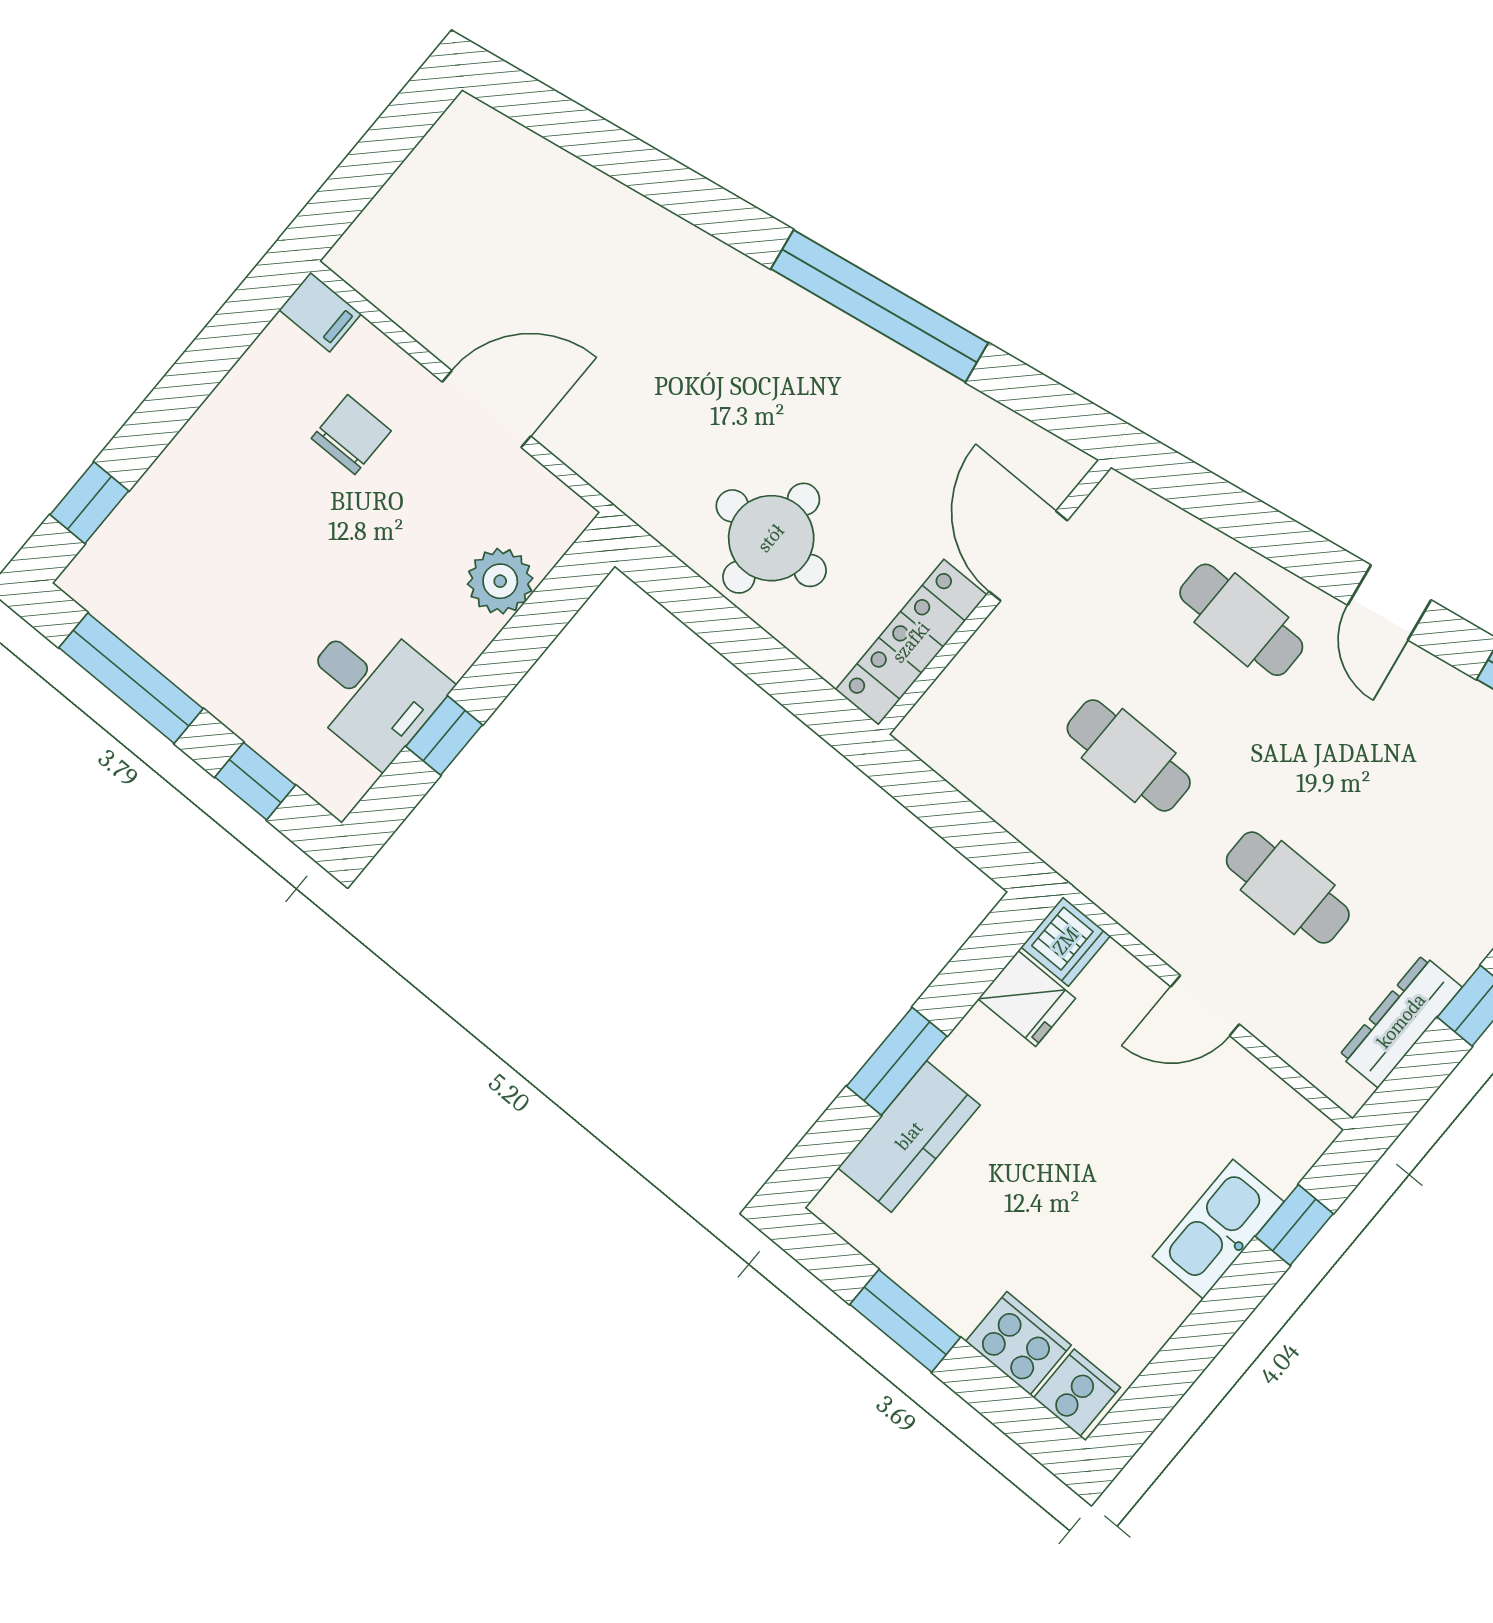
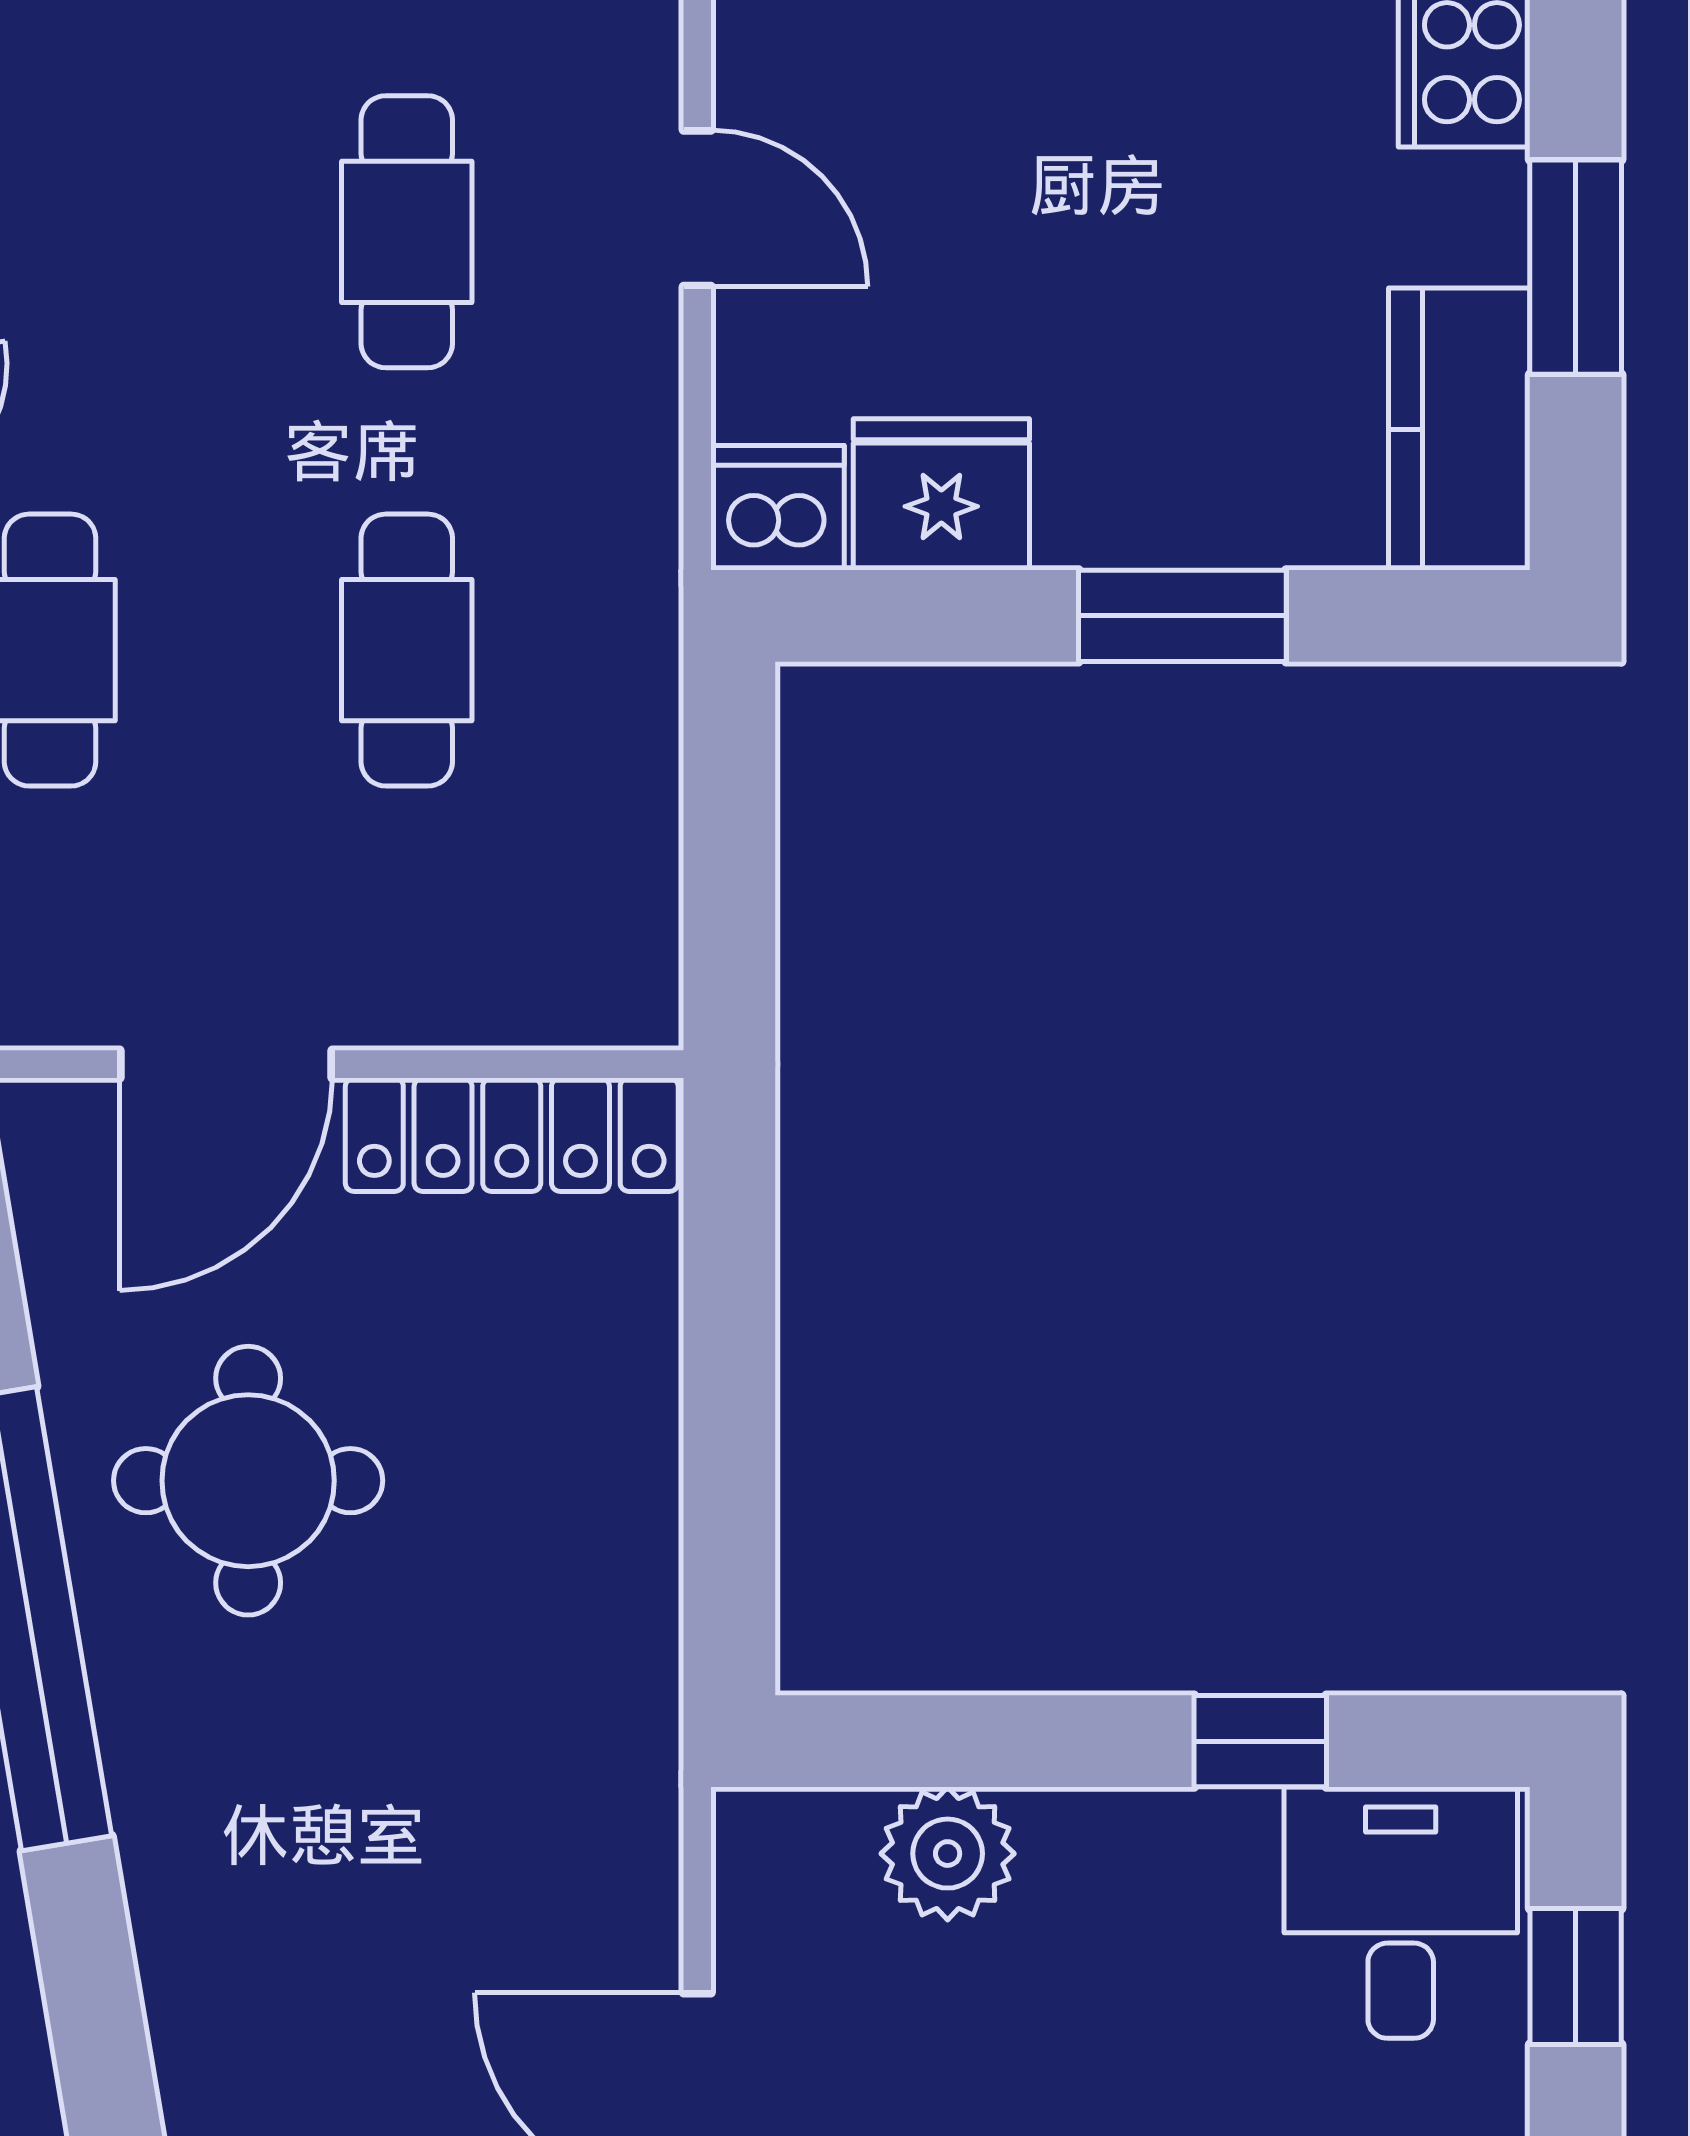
round table: (771, 538) -> (248, 1481), moved
desk: (372, 690) -> (1401, 1913), moved
fridge: (1027, 999) -> (941, 494), width x1.38
kitchen counter: (909, 1136) -> (1459, 429), moved, turned -90

